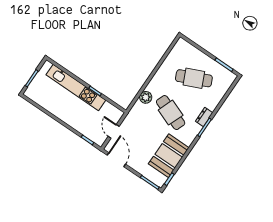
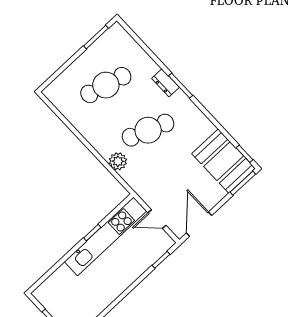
cafe table: (194, 78) -> (106, 85), turned 39
kitchen unit: (76, 87) -> (106, 236), moved
booth: (169, 156) -> (224, 161), moved
door: (116, 160) -> (199, 224), hinge flipped

